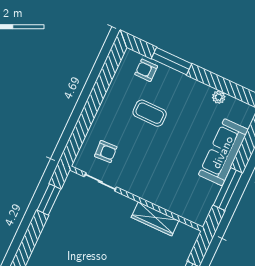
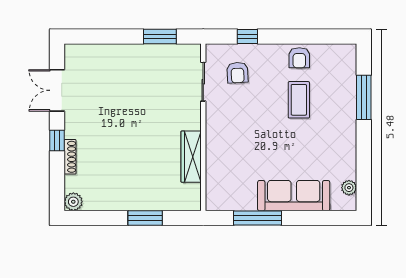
armchair: (146, 70) -> (299, 58), moved, turned 180
plant: (219, 97) -> (349, 188), moved
window: (81, 131) -> (247, 36), added

